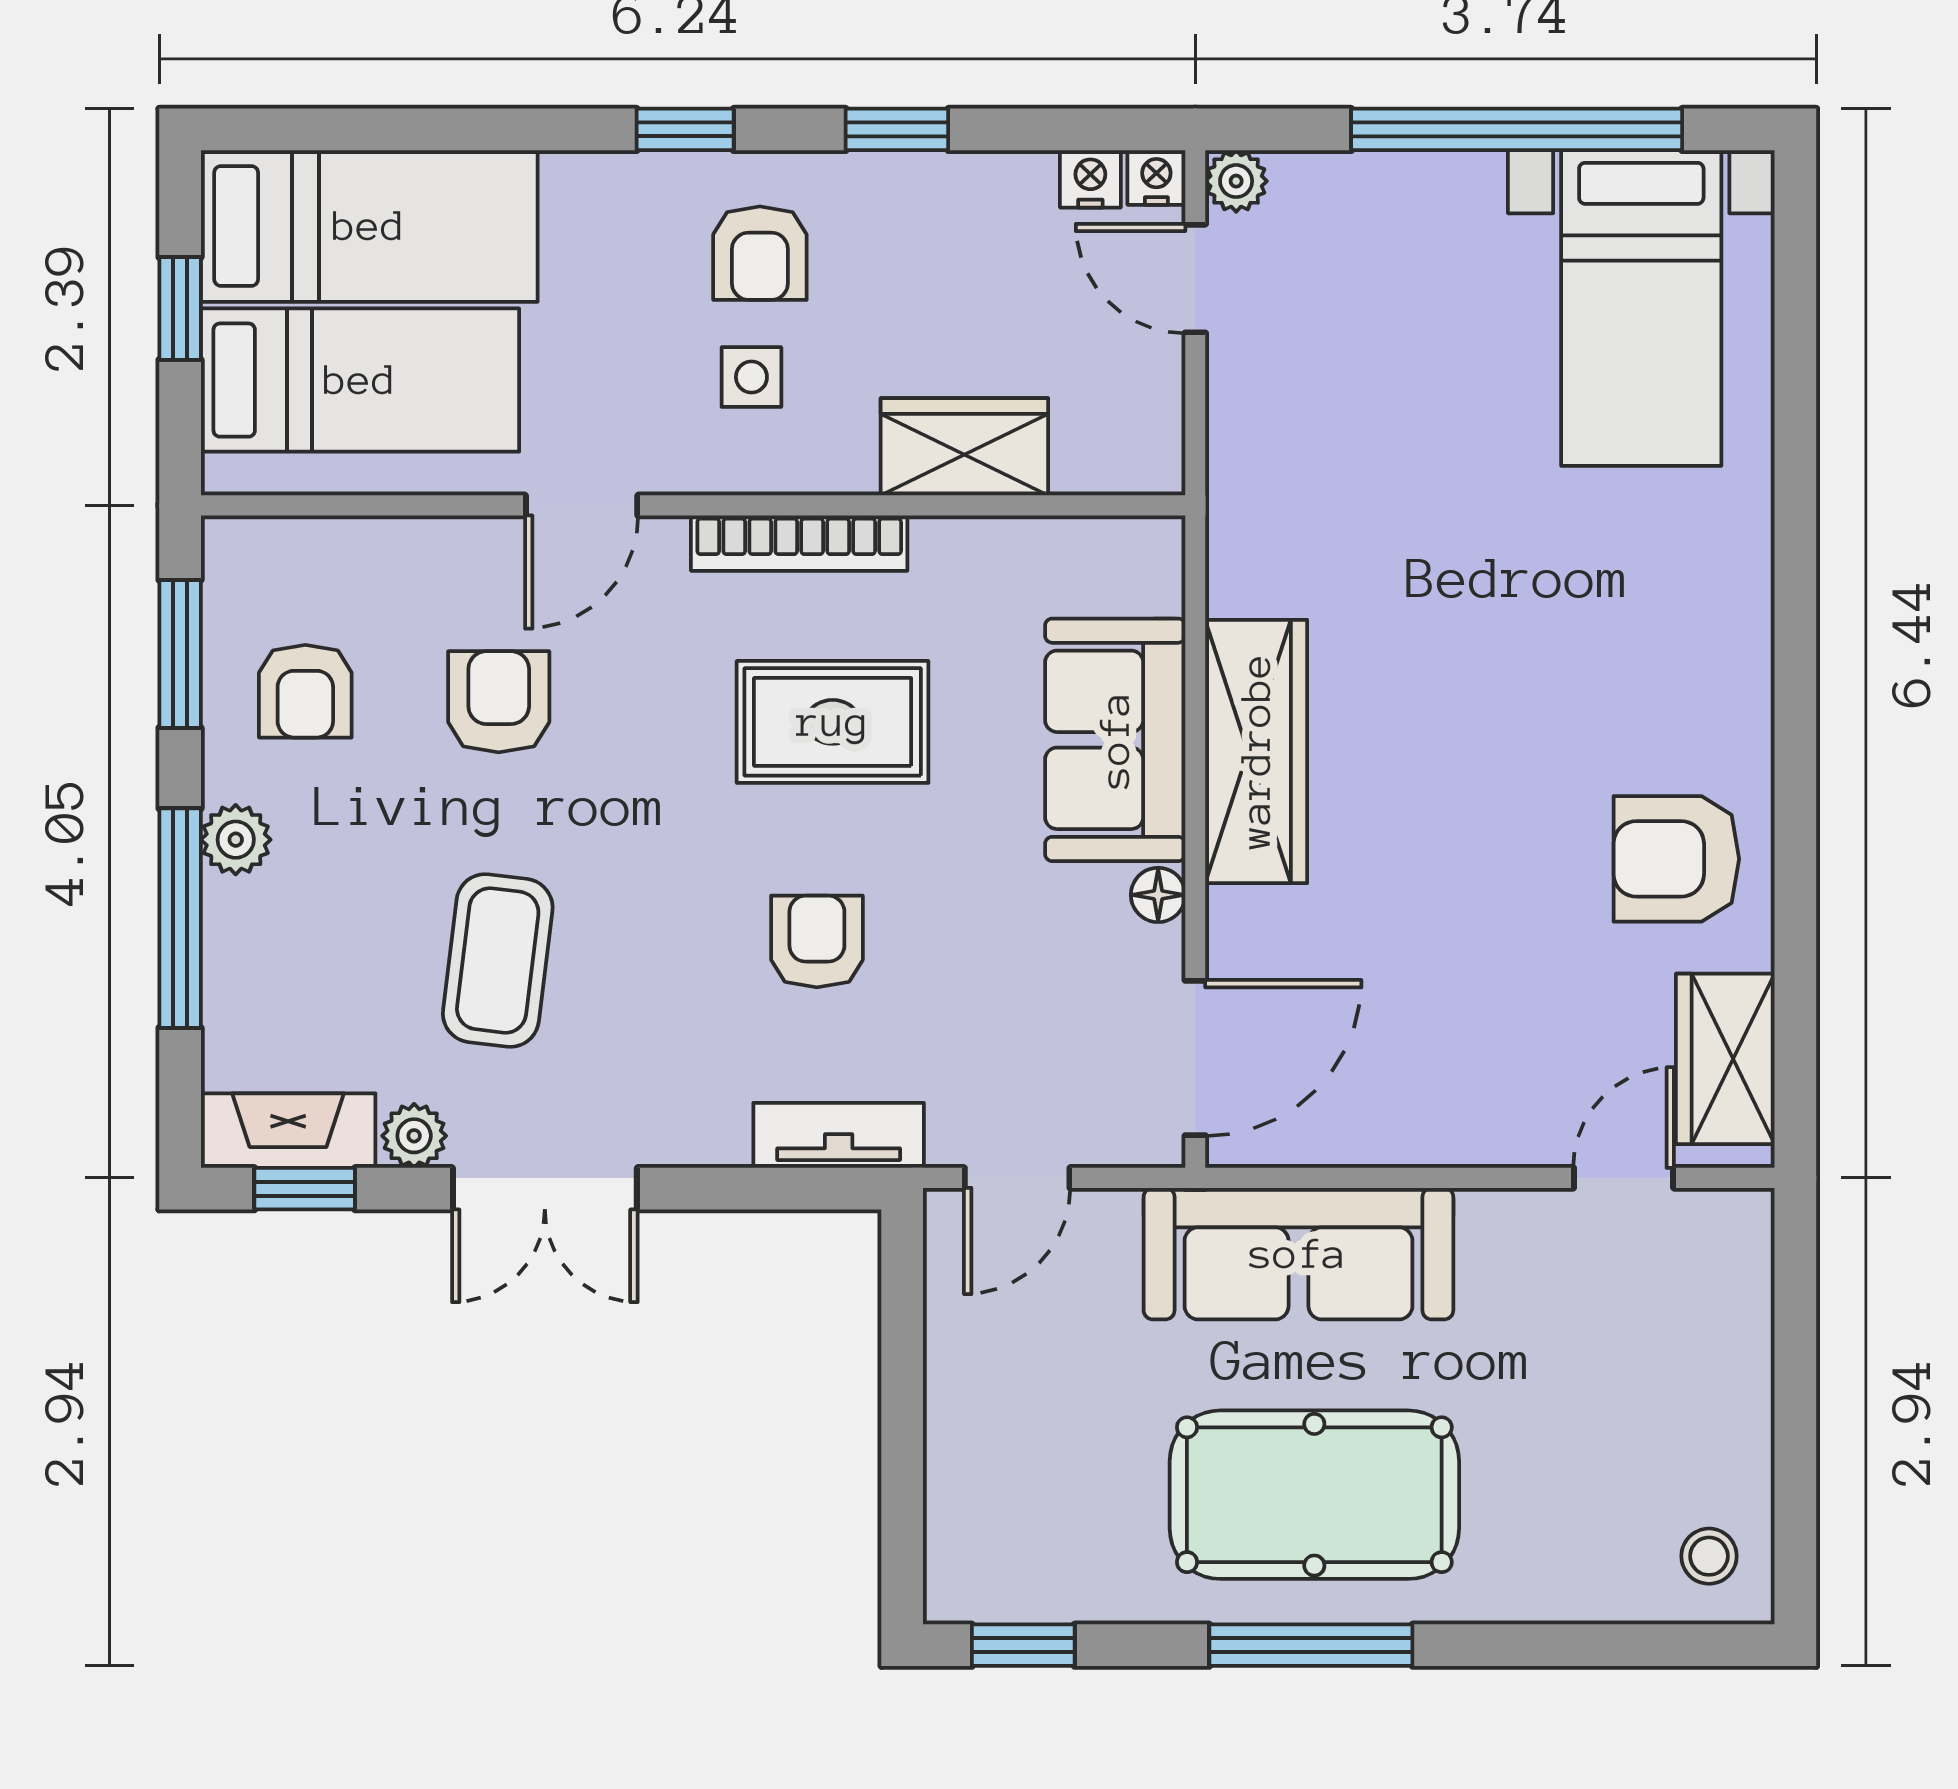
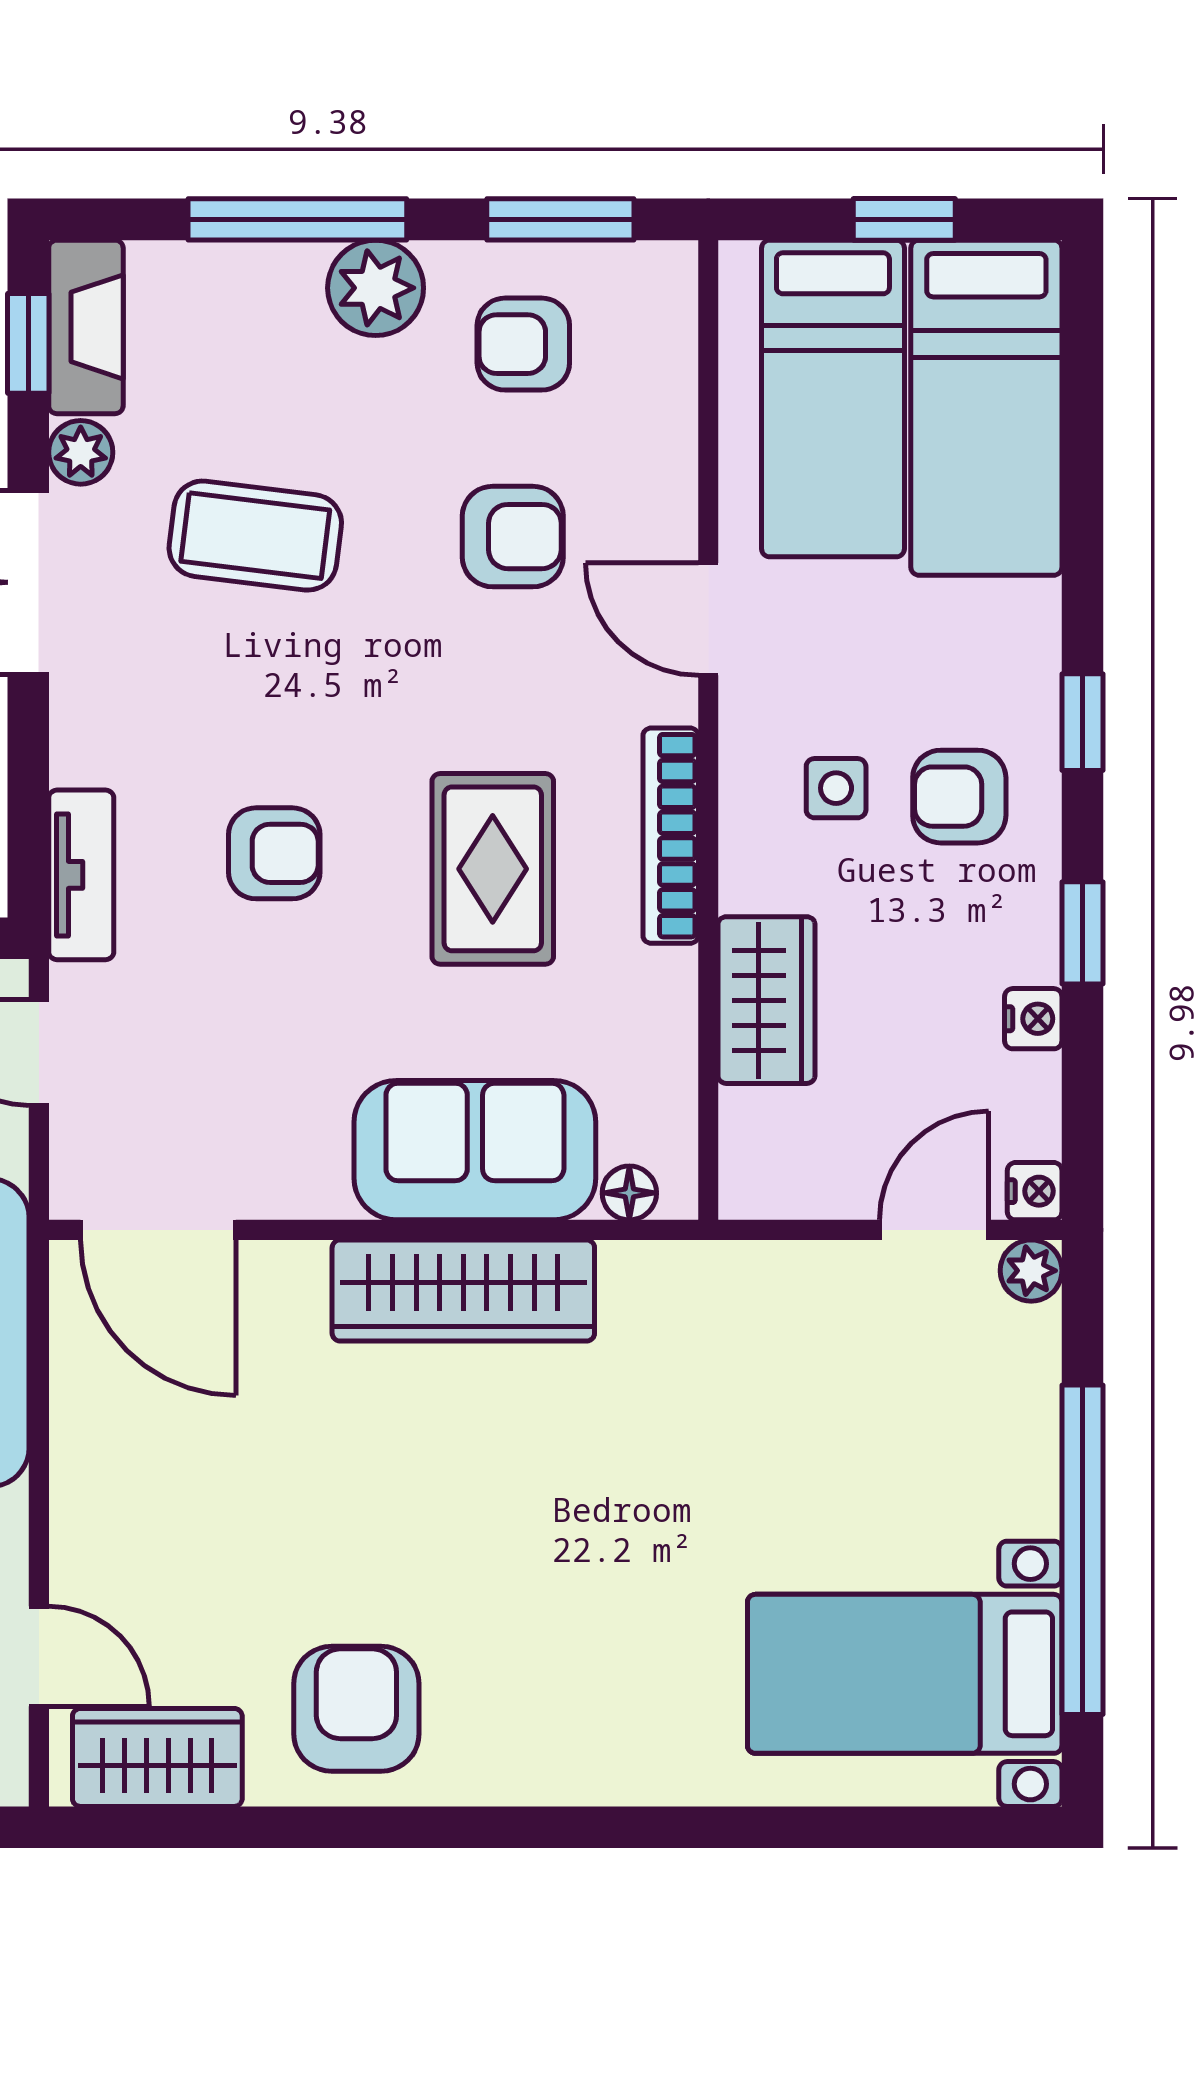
nightstand: (1090, 179) -> (1033, 1019), moved
plant: (236, 840) -> (376, 288), width x1.38, depth x1.38
floor lamp: (1158, 895) -> (629, 1193), moved

